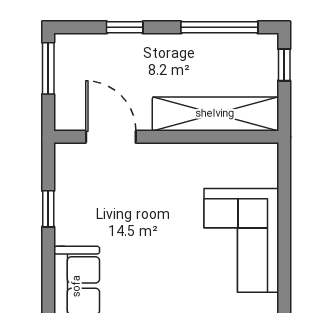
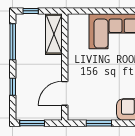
shelving: (215, 114) -> (54, 34), width x0.68
window: (48, 209) -> (99, 123), width x1.50

